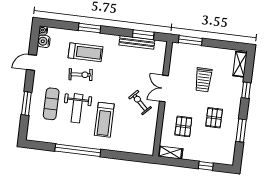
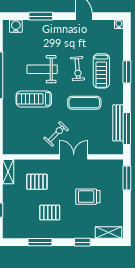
window: (143, 35) -> (127, 128), width x1.44
water cooler: (44, 41) -> (16, 26), moved
exercise mat: (51, 104) -> (84, 103), moved

